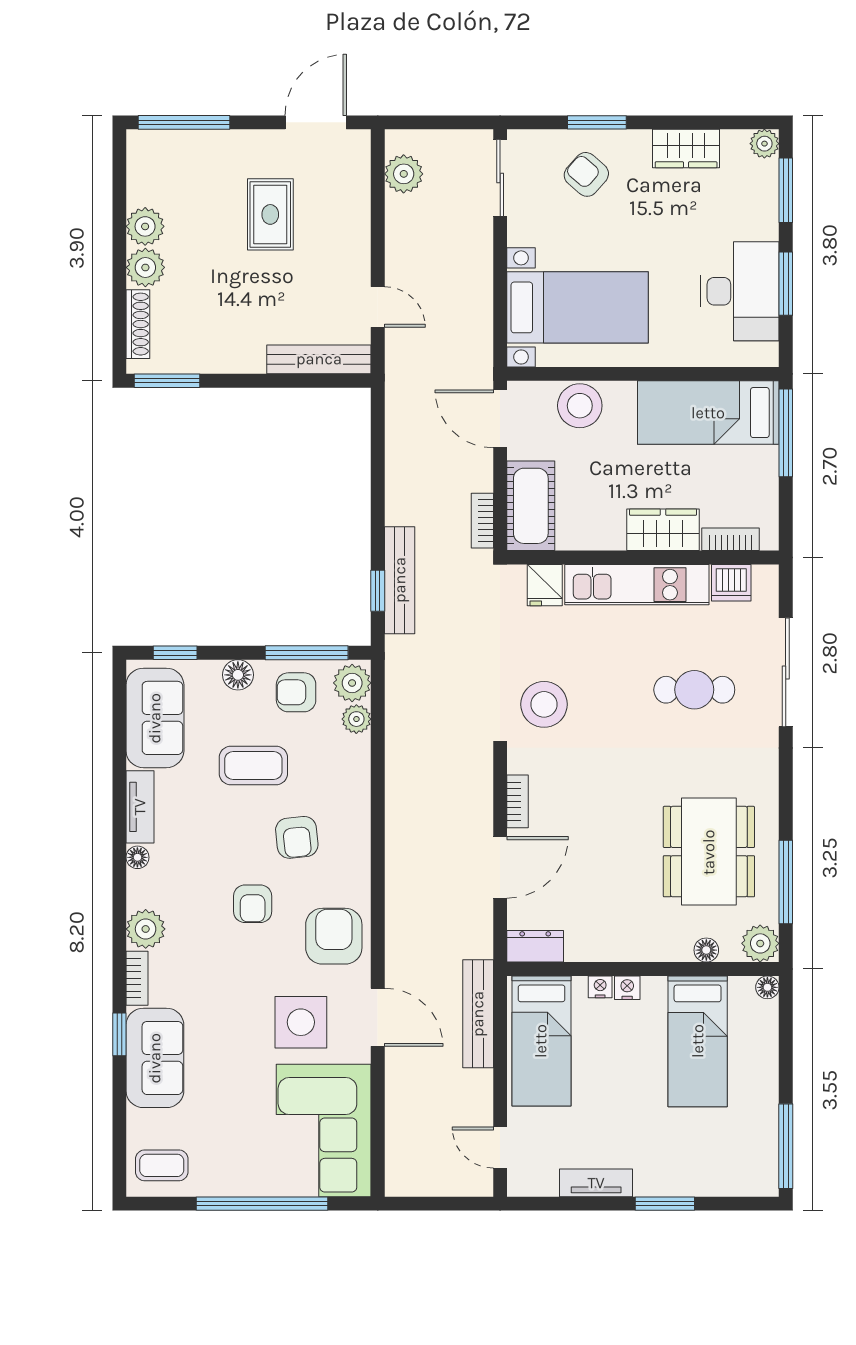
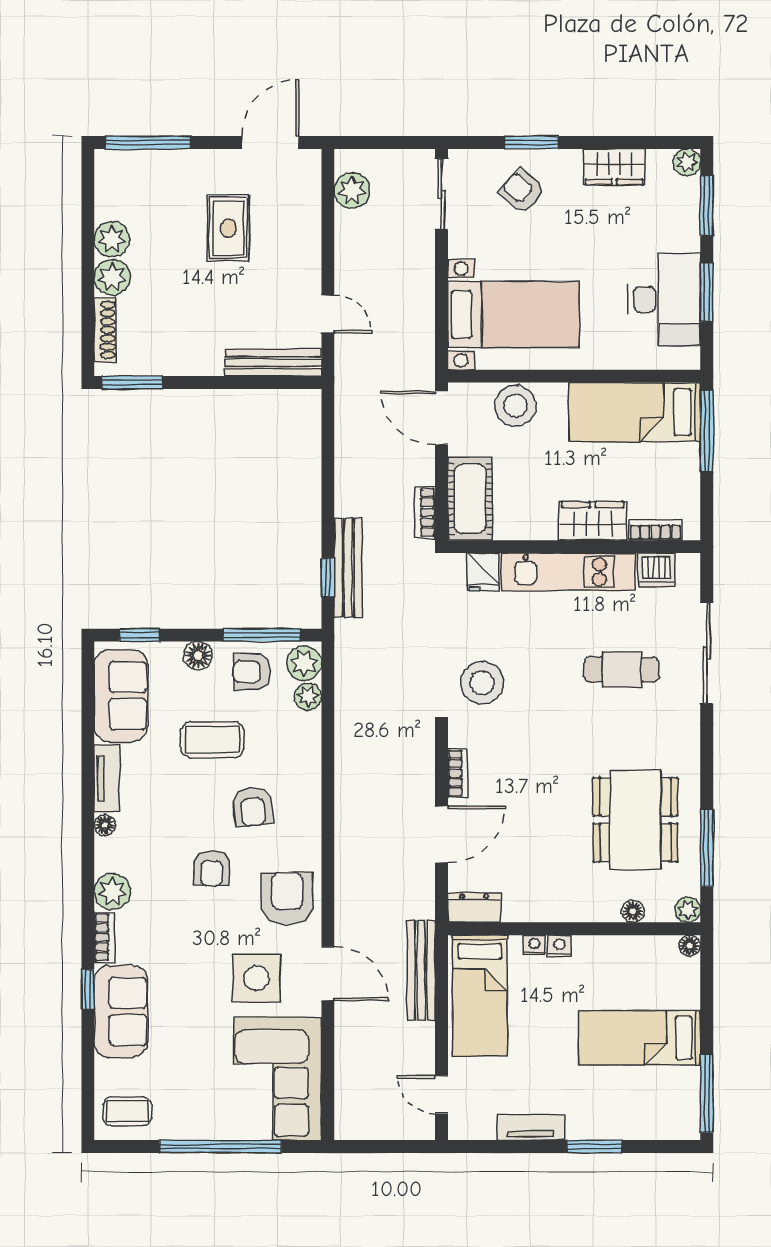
plant: (760, 943) -> (688, 910), width x0.73, depth x0.73
bed: (698, 1041) -> (640, 1038), moved, turned 90

